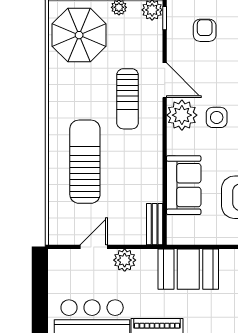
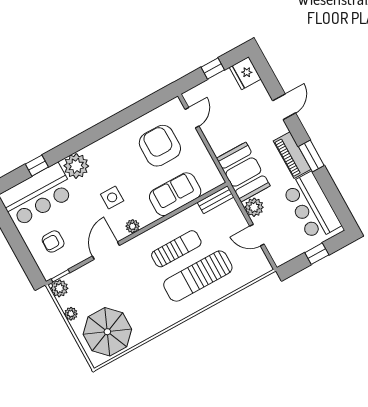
sun lounger: (128, 99) -> (176, 249), moved
plant: (182, 115) -> (133, 226), width x0.53, depth x0.53
booth: (188, 269) -> (243, 172), moved
window: (40, 299) -> (317, 254), added

